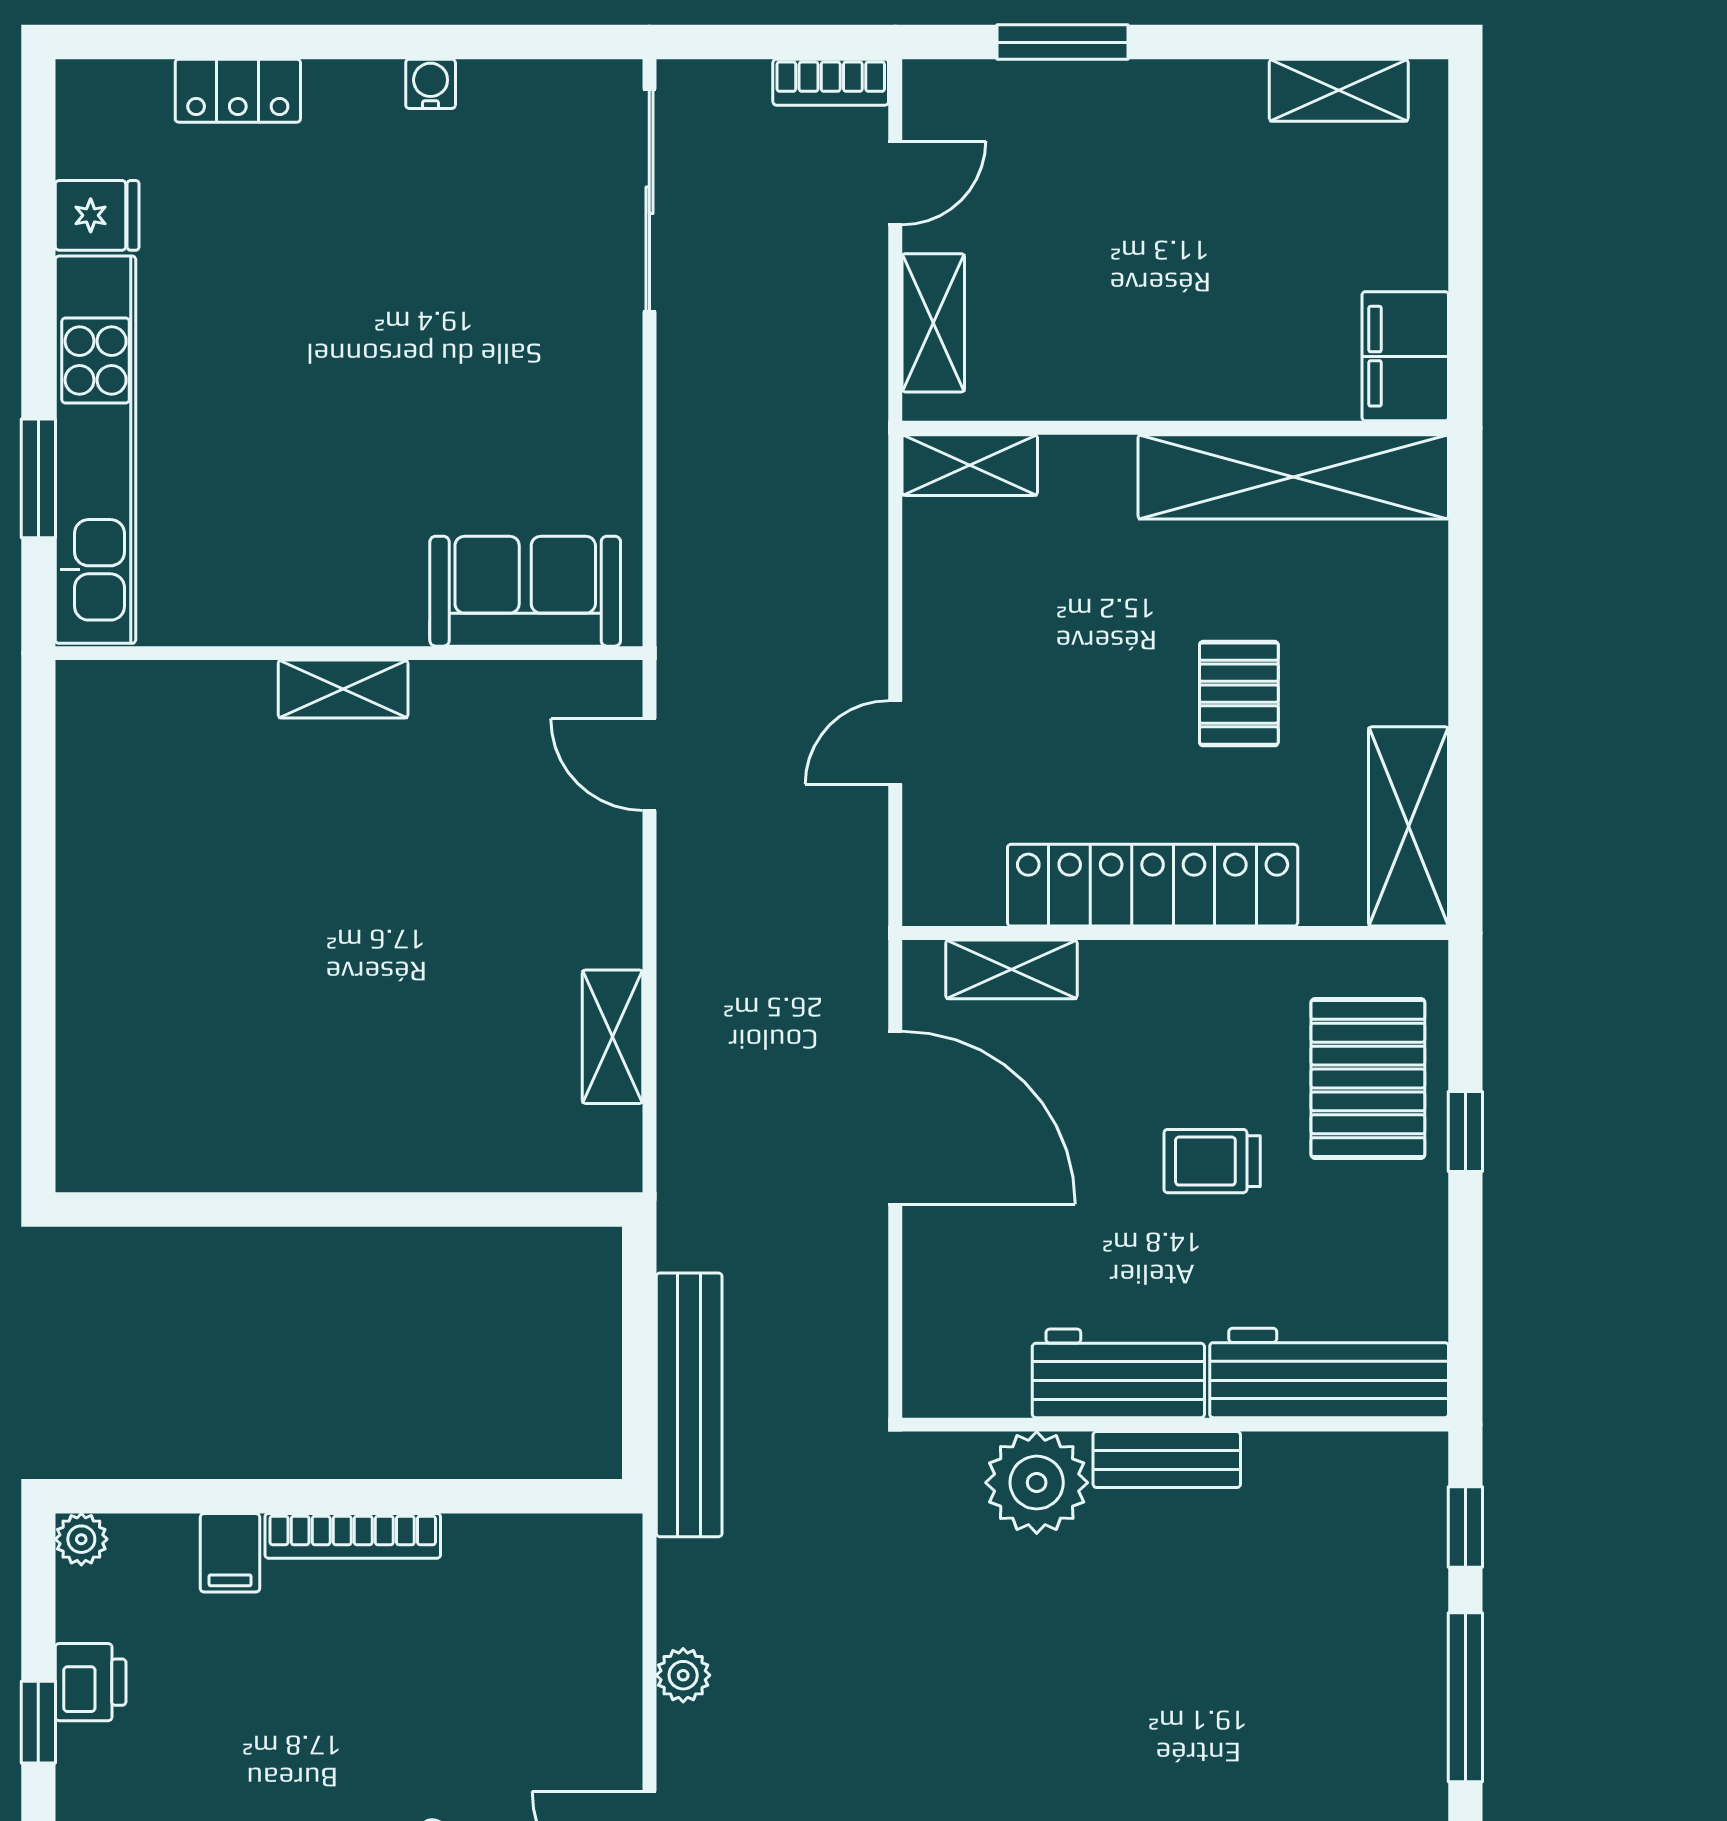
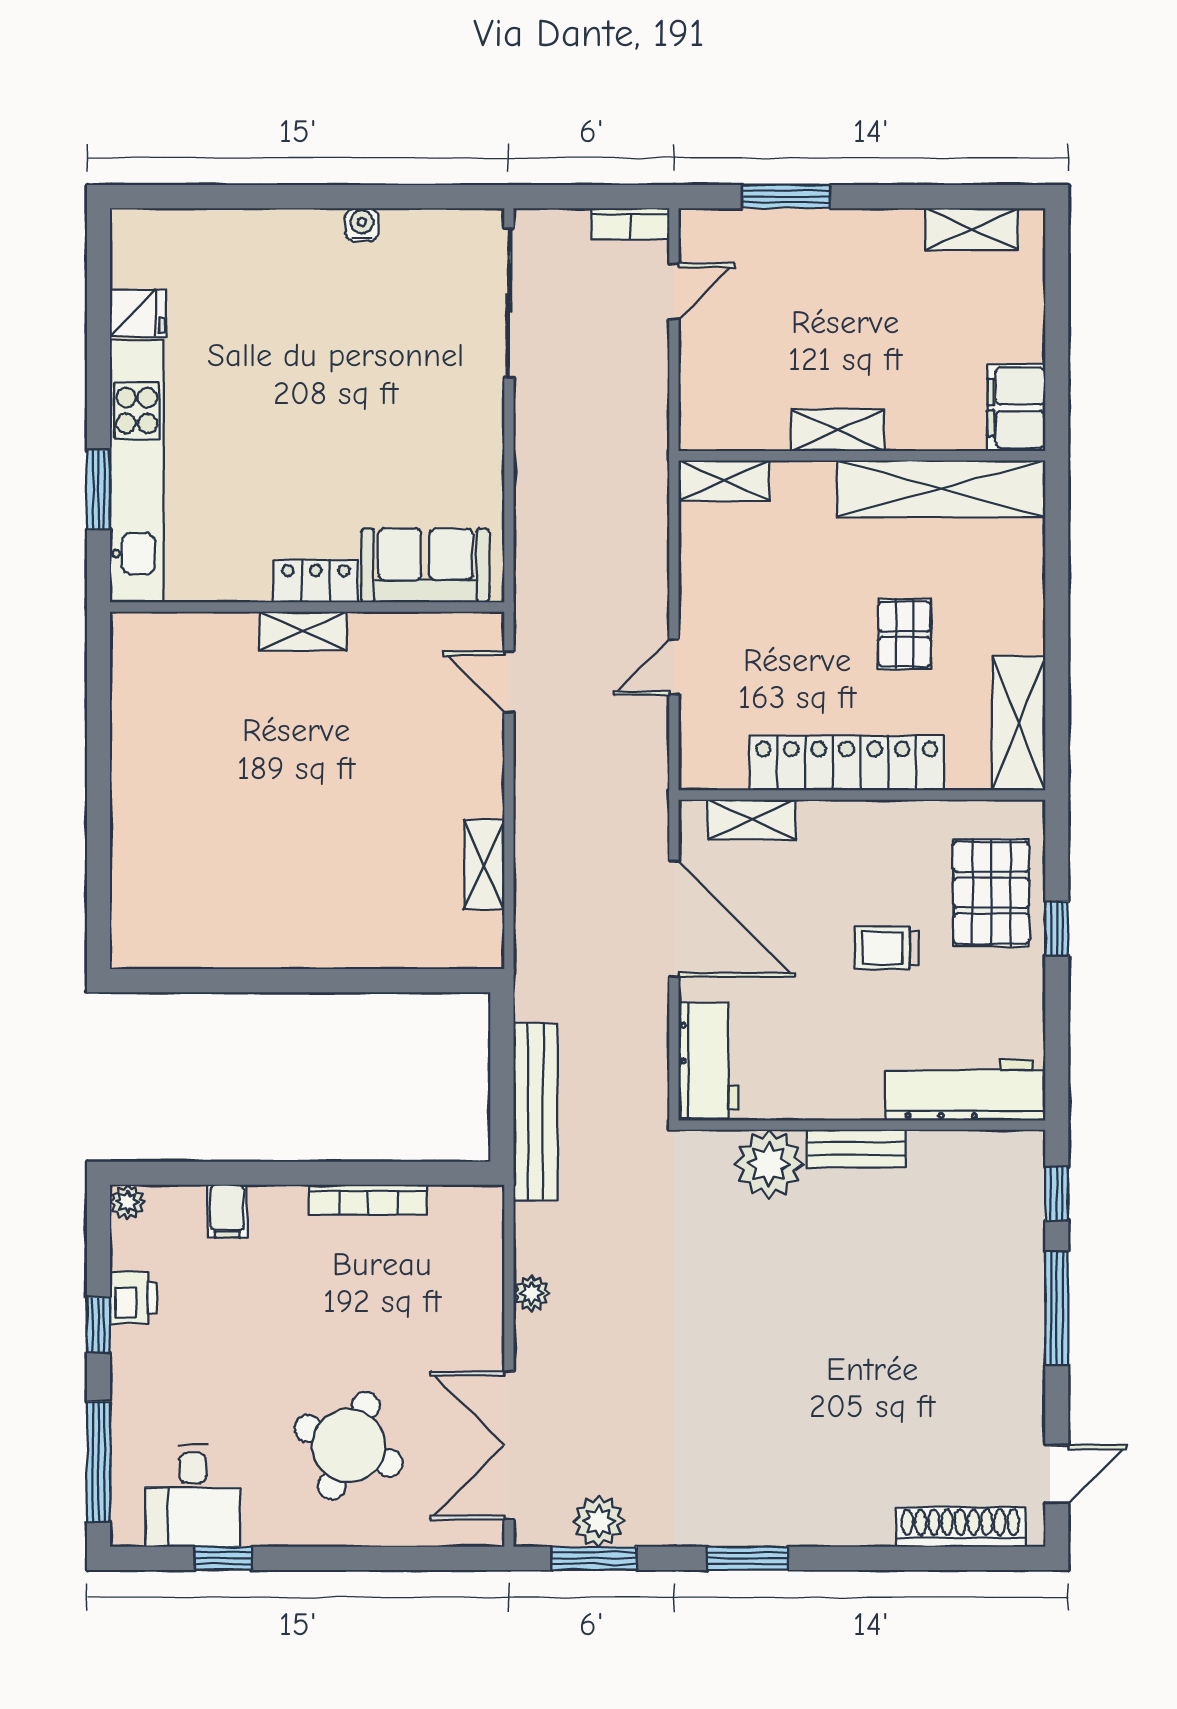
locker: (238, 91) -> (316, 581), moved, turned 180
shelving: (933, 323) -> (837, 430), moved, turned 90
workbench: (1118, 1373) -> (708, 1060), moved, turned 90
bookcase: (353, 1536) -> (368, 1200), moved

